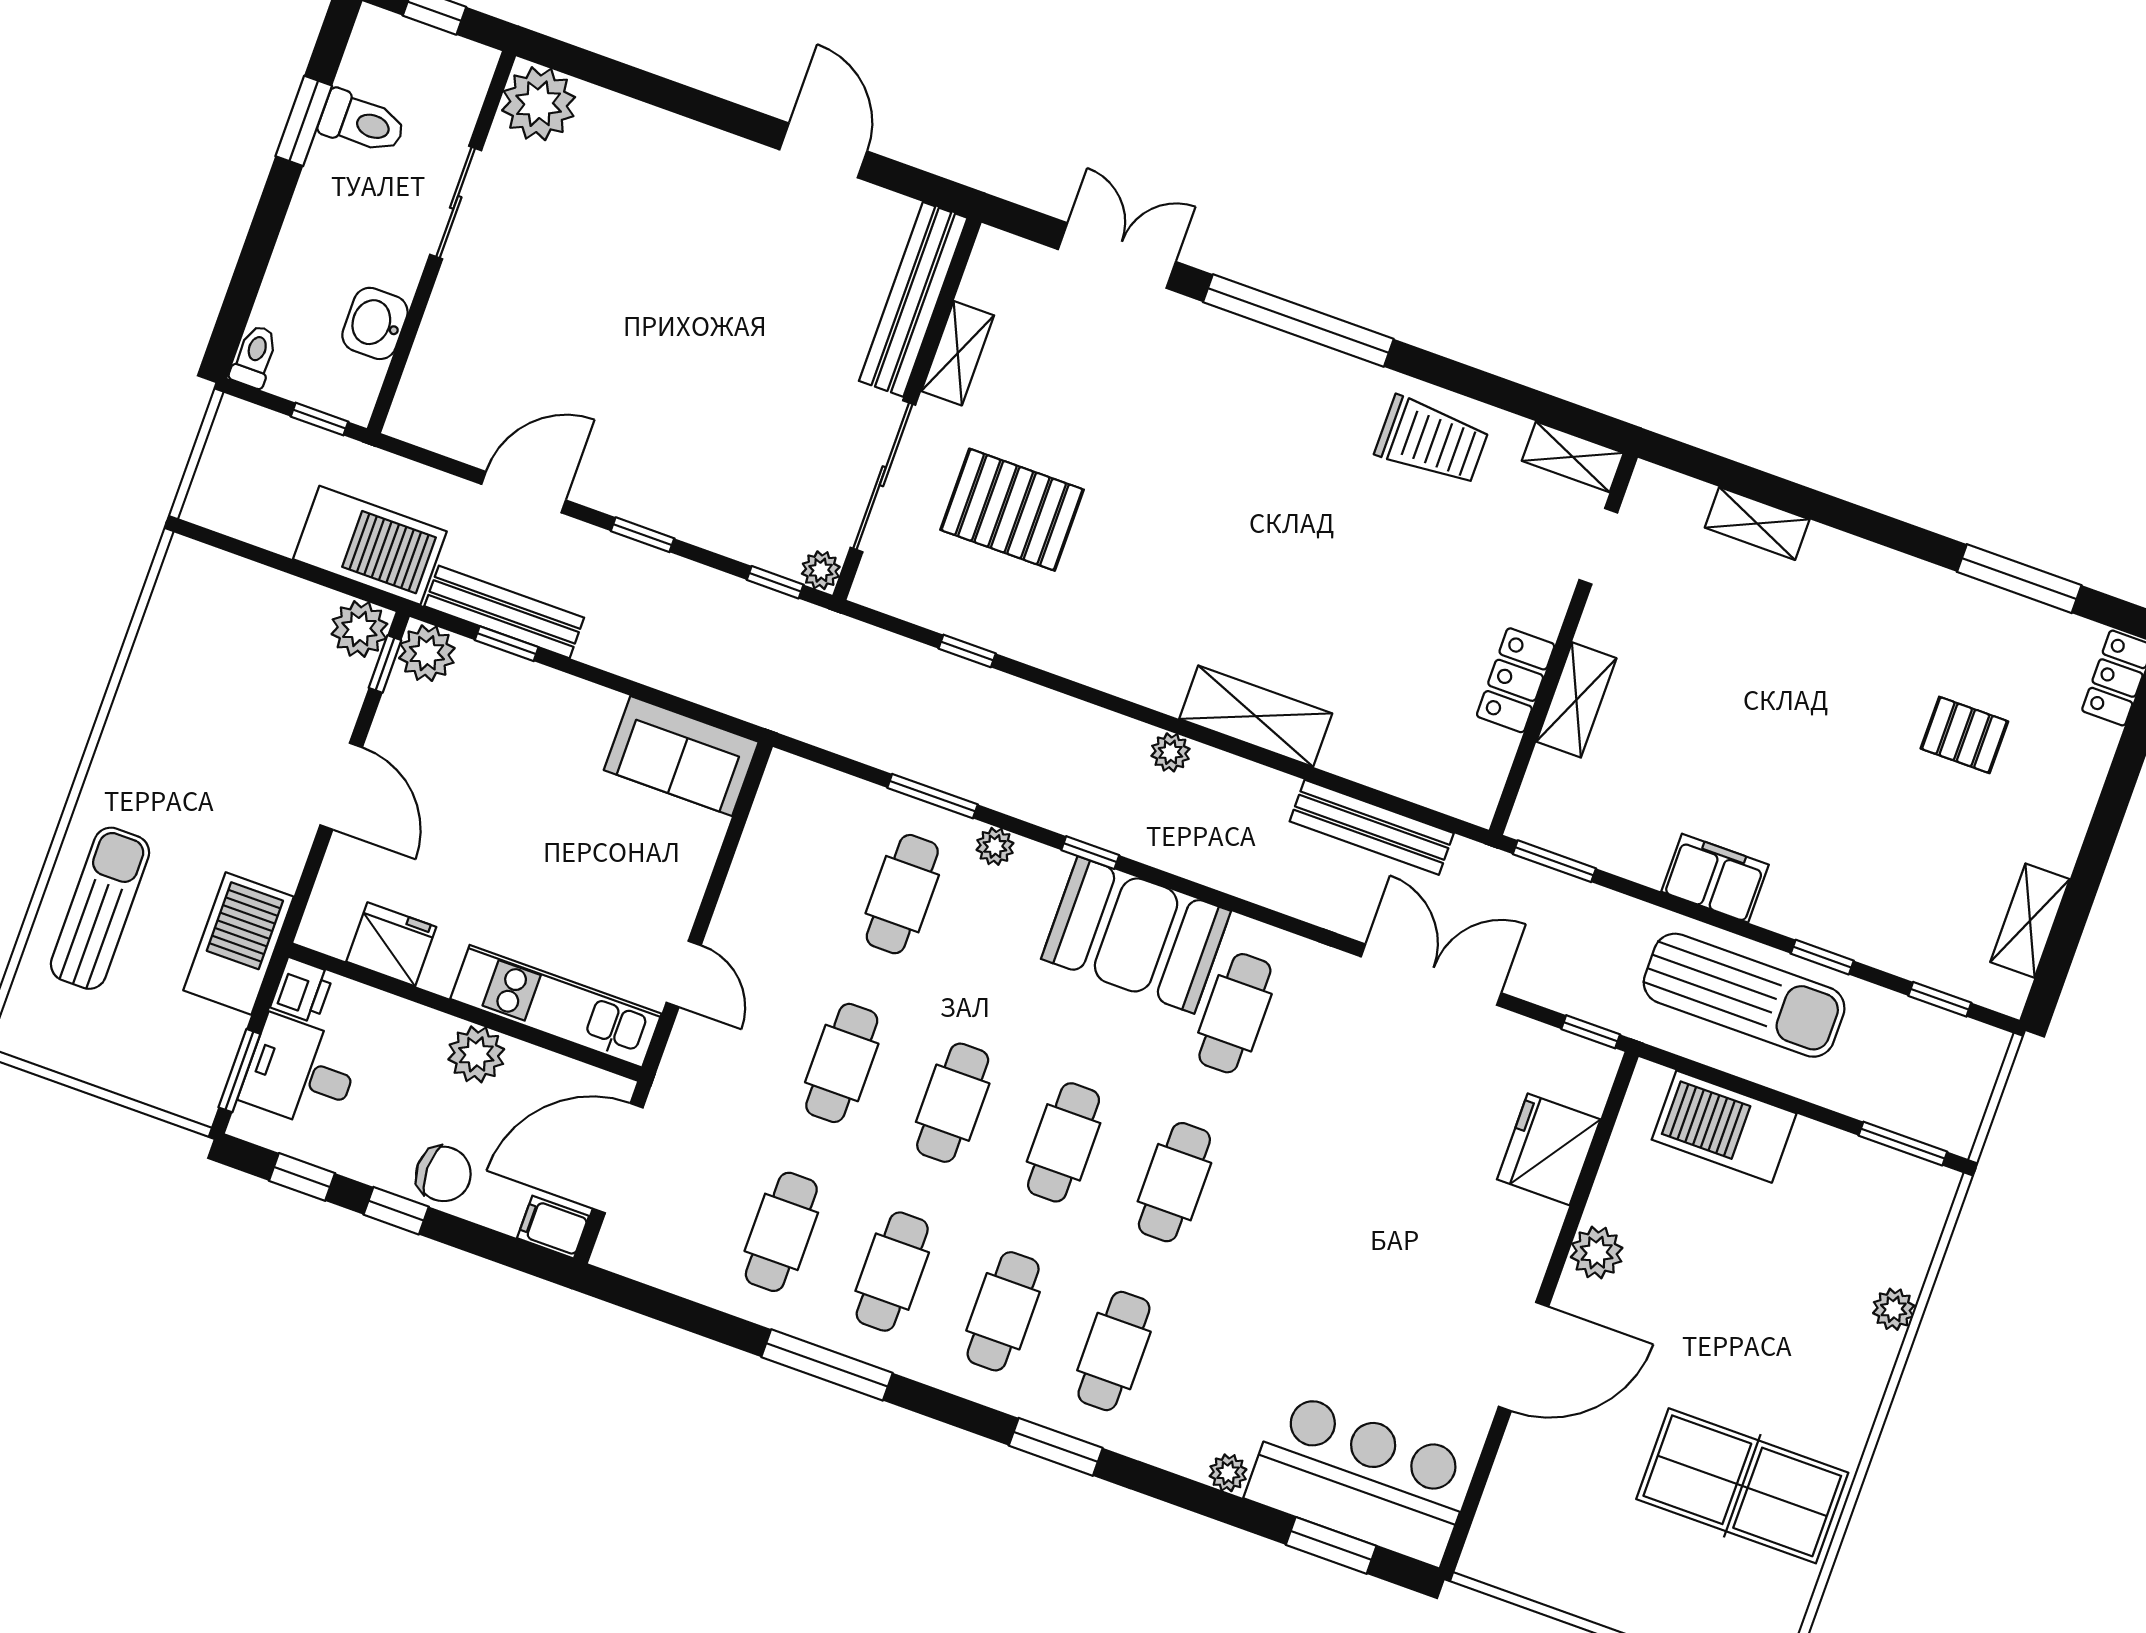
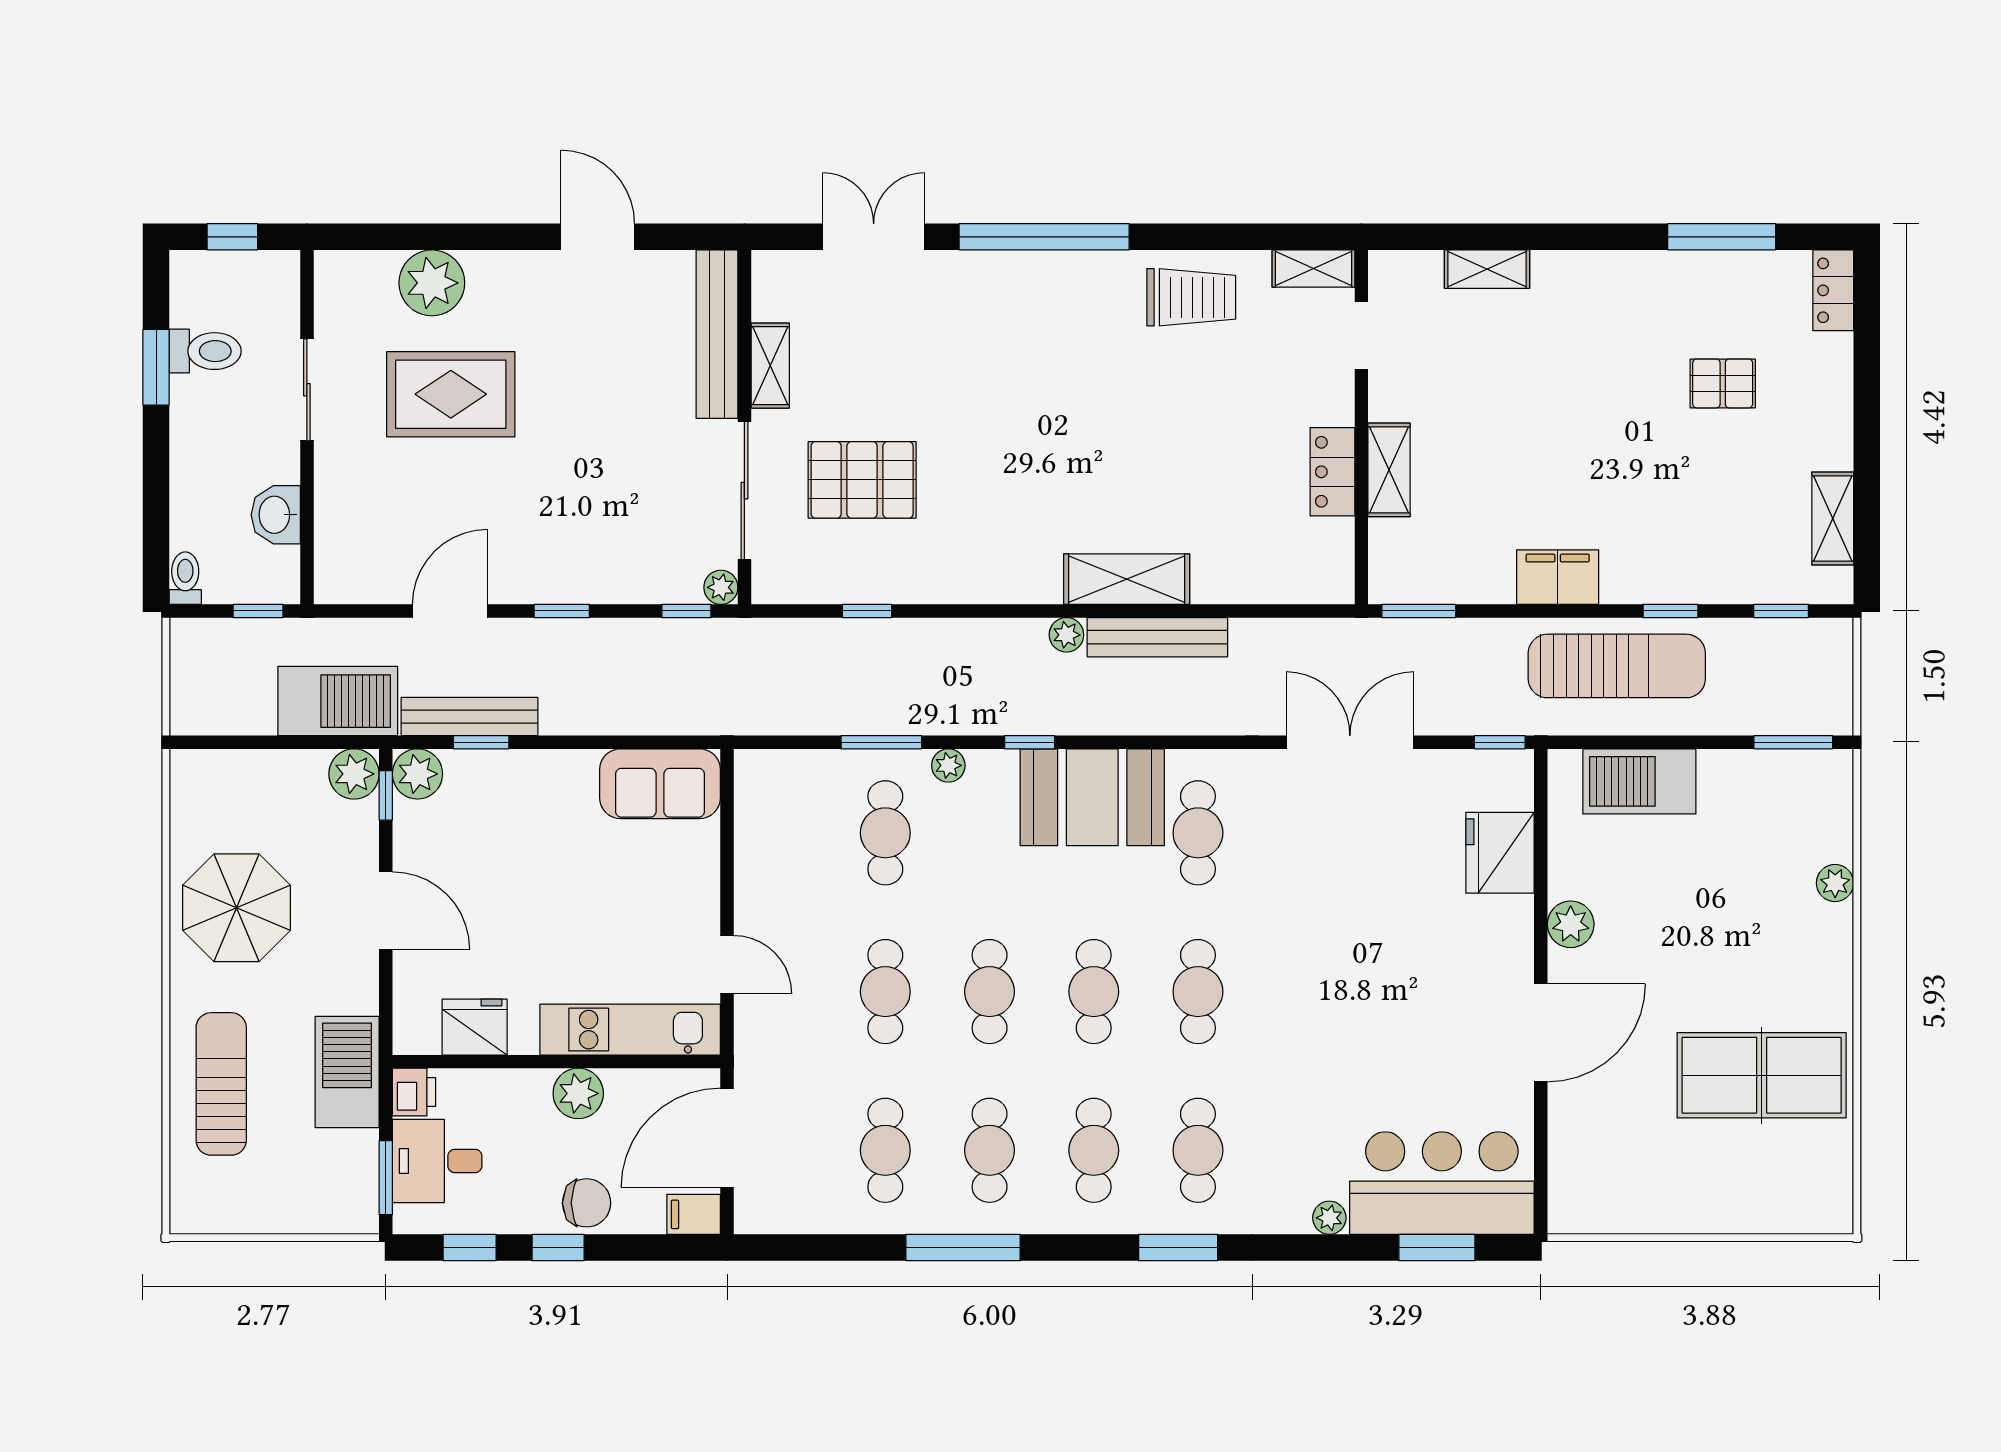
plant: (539, 104) -> (432, 283), moved
rug: (607, 262) -> (451, 394), added
parasol: (183, 726) -> (236, 908), added
bench: (1372, 827) -> (1157, 637), moved

